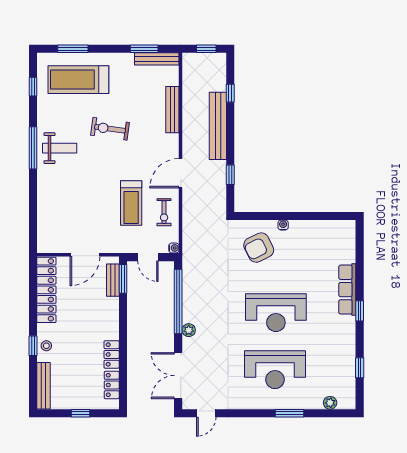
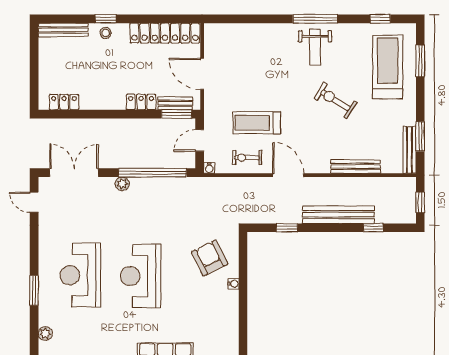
exercise bike: (110, 129) -> (335, 100), turned -66
locker: (112, 354) -> (141, 102), moved
window: (80, 413) -> (34, 69), removed

